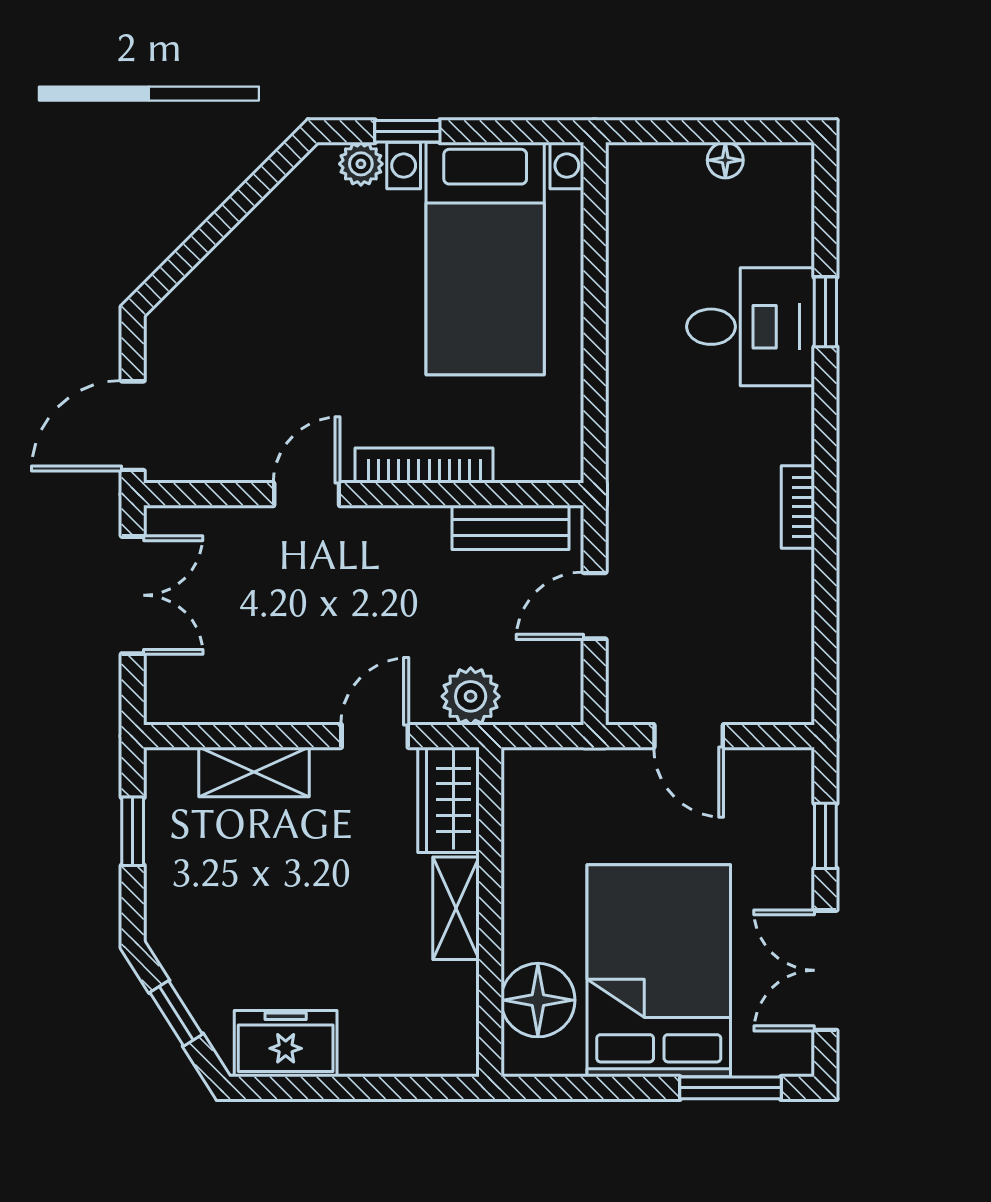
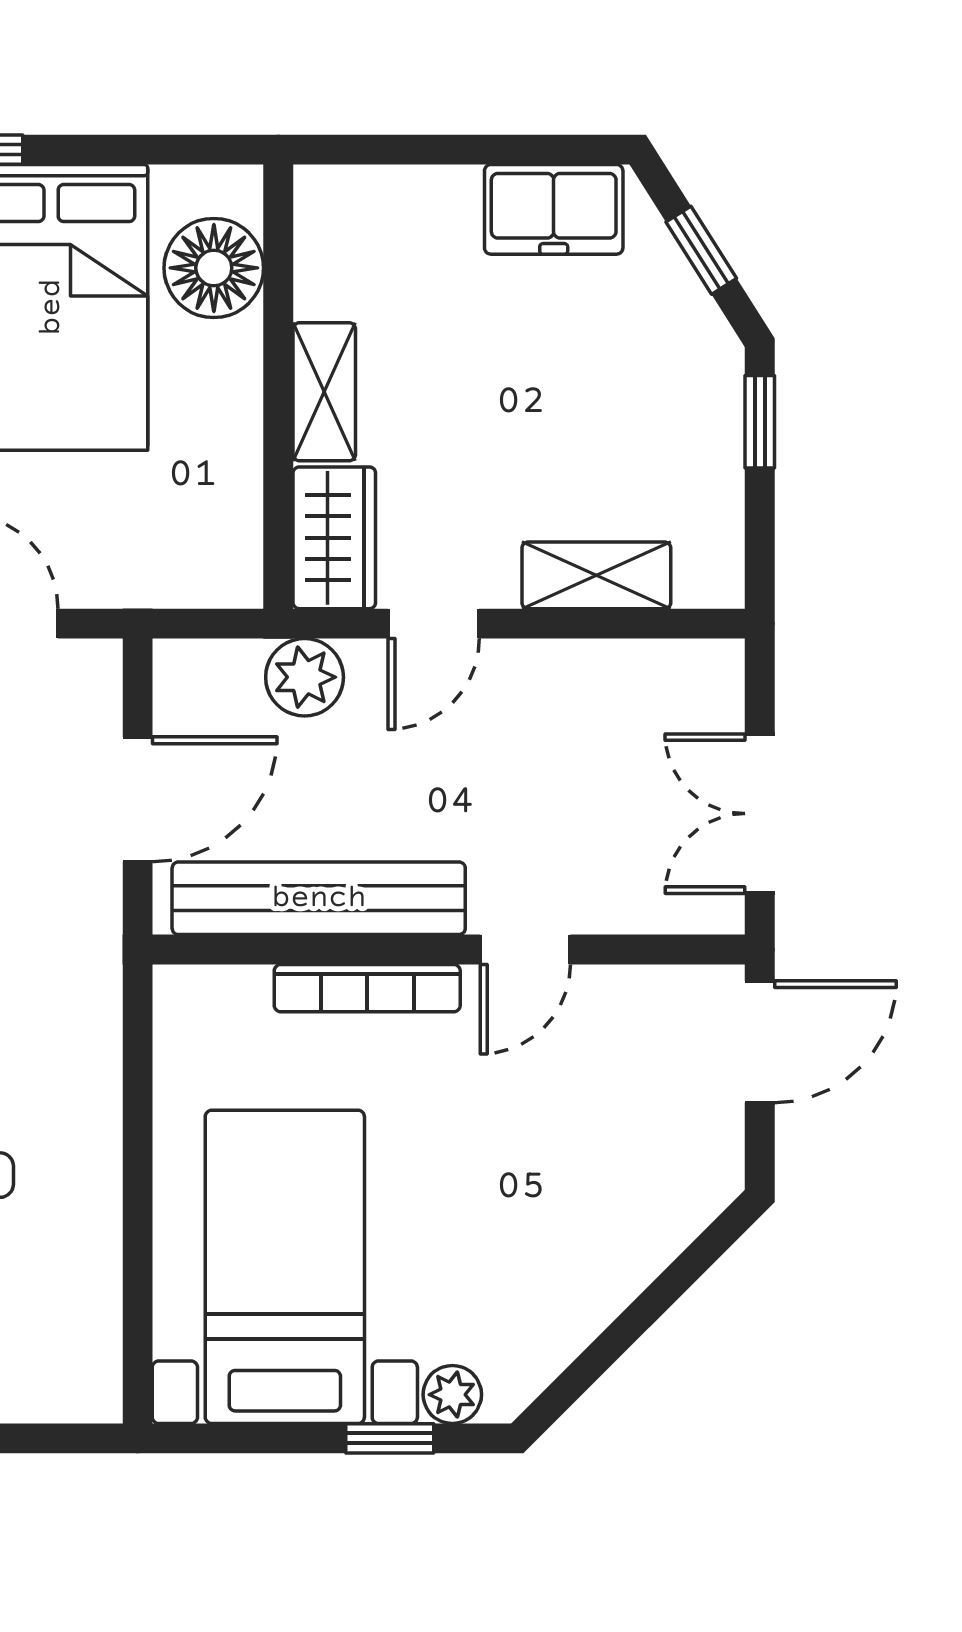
bench: (510, 527) -> (319, 898), width x1.86, depth x1.21
door: (595, 606) -> (138, 799), width x1.38
window: (133, 831) -> (760, 422), moved

